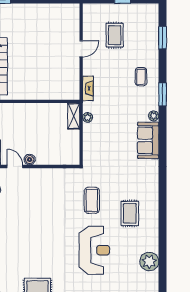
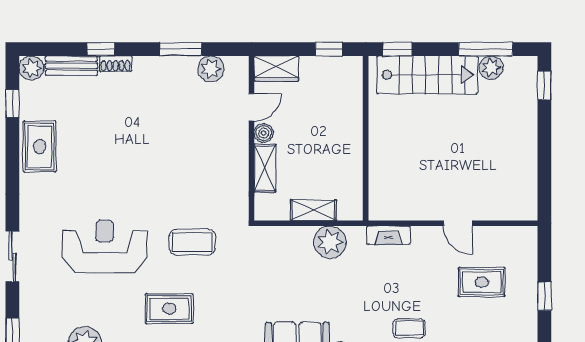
shelving: (74, 116) -> (313, 210), moved
plant: (88, 117) -> (330, 242), width x1.88, depth x1.88
shelving: (50, 159) -> (265, 168), added
reception desk: (94, 250) -> (105, 246), turned 180

